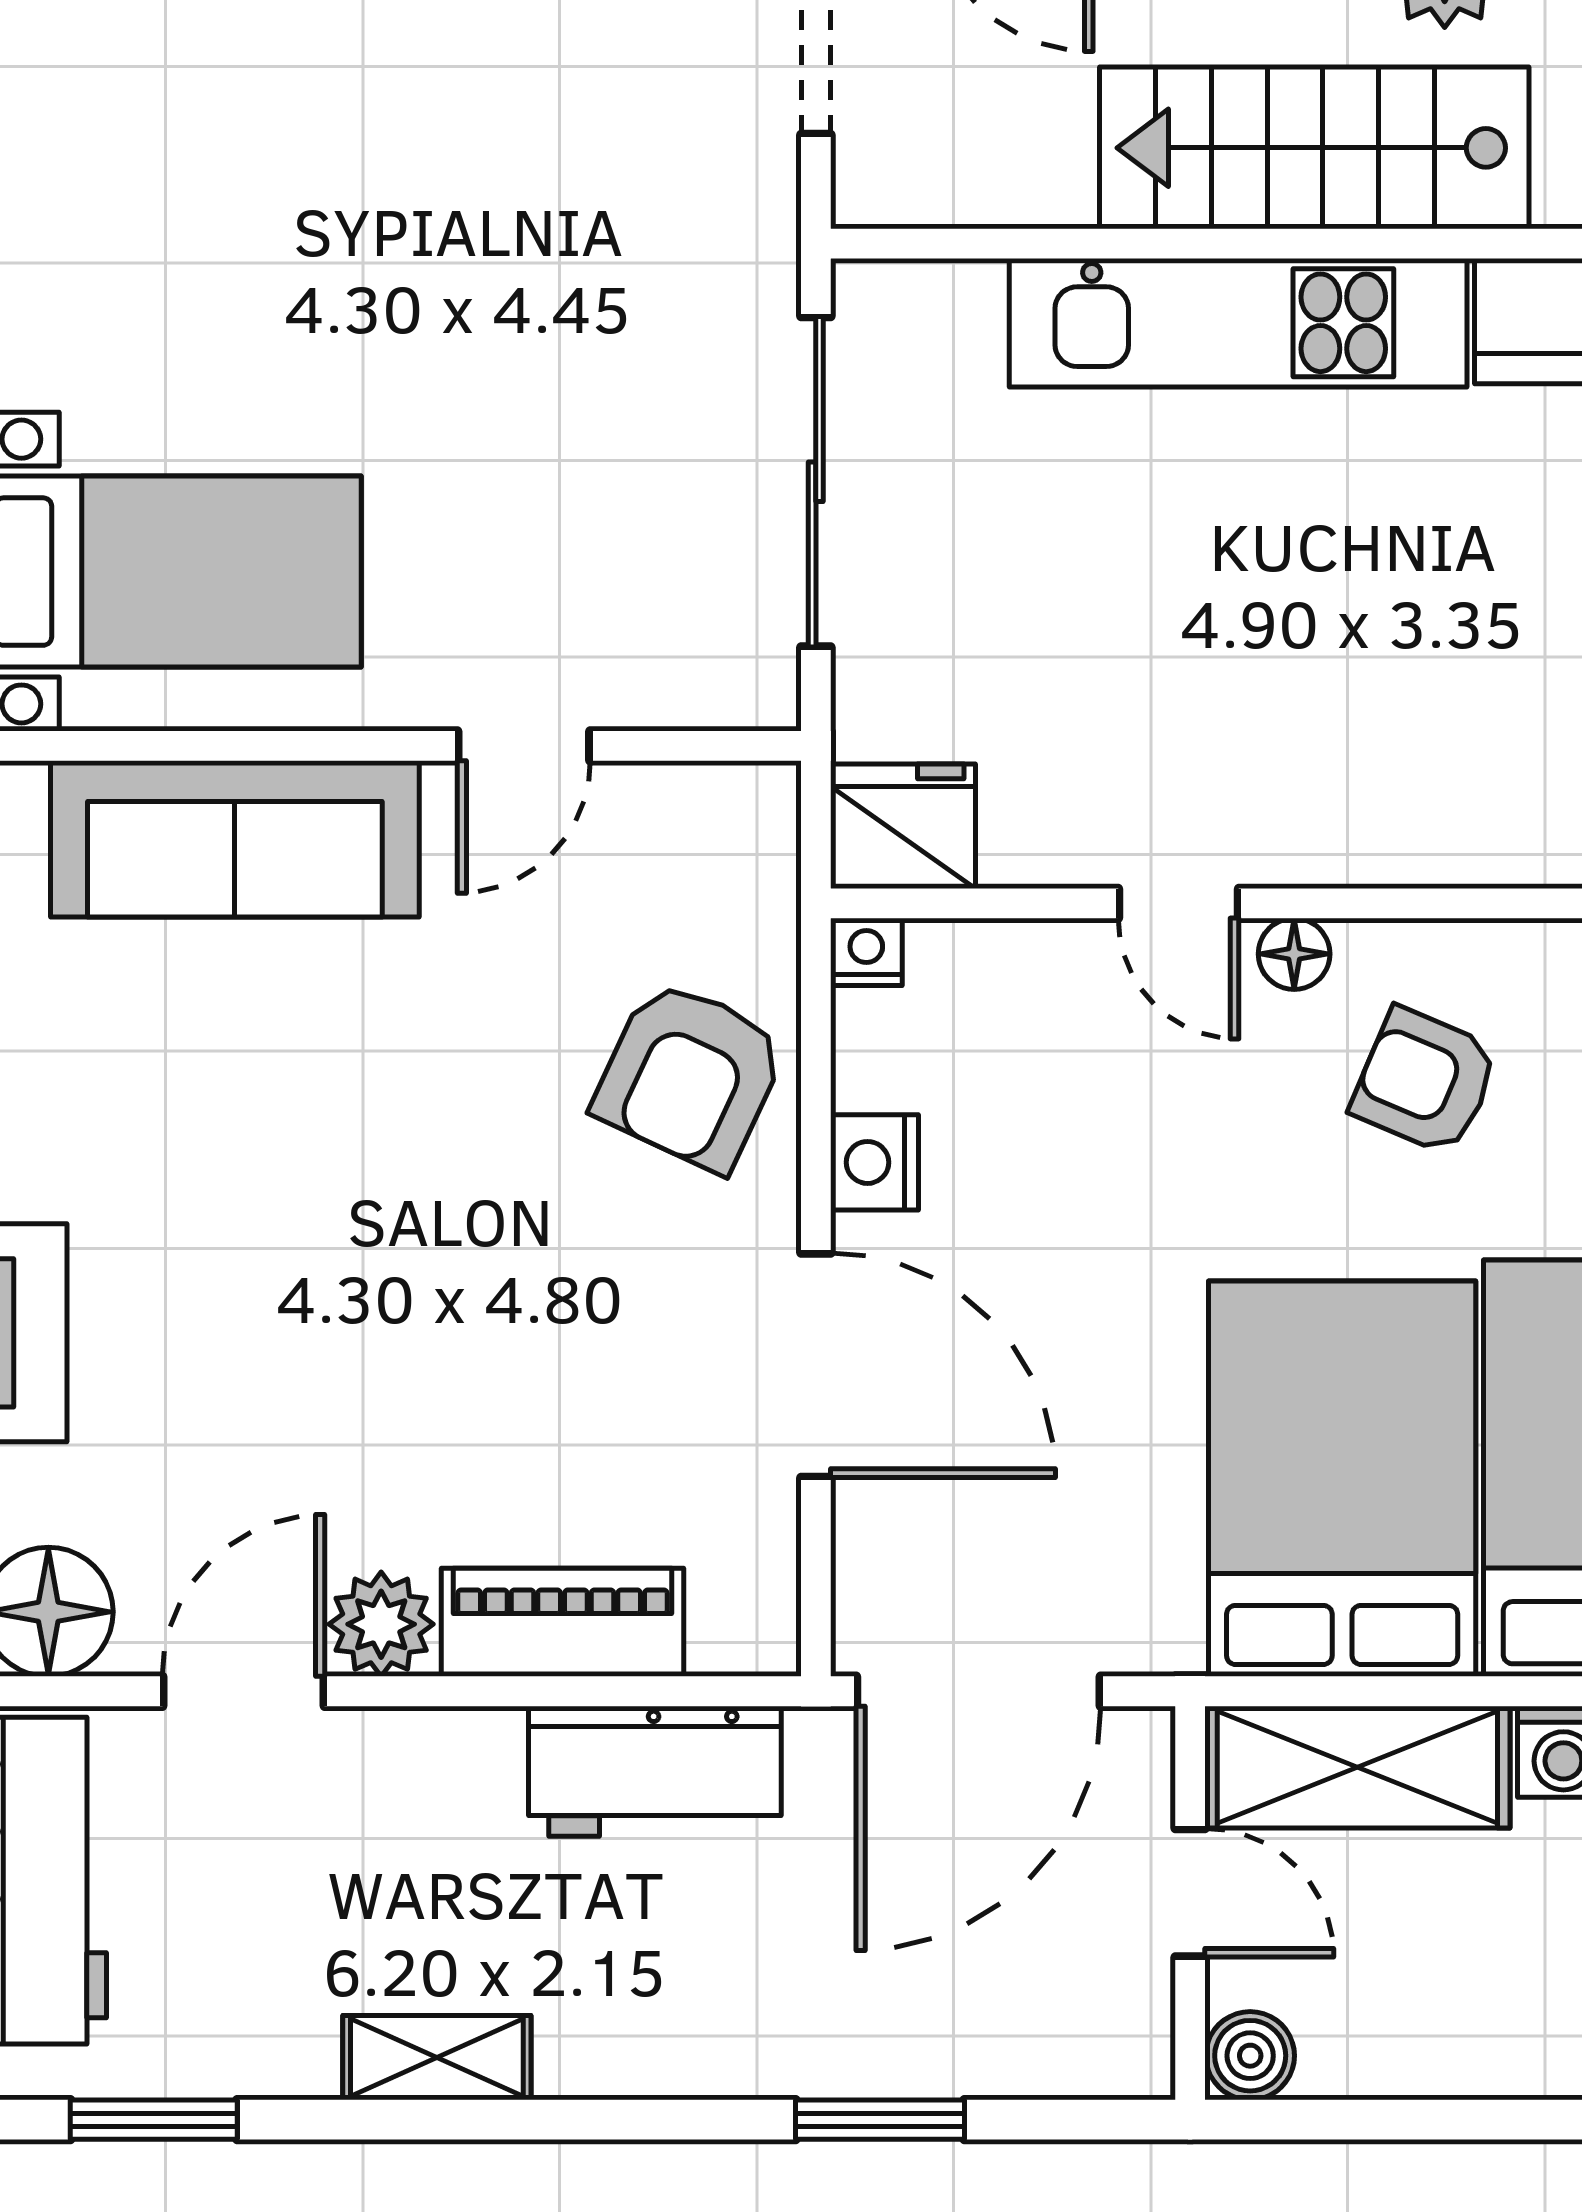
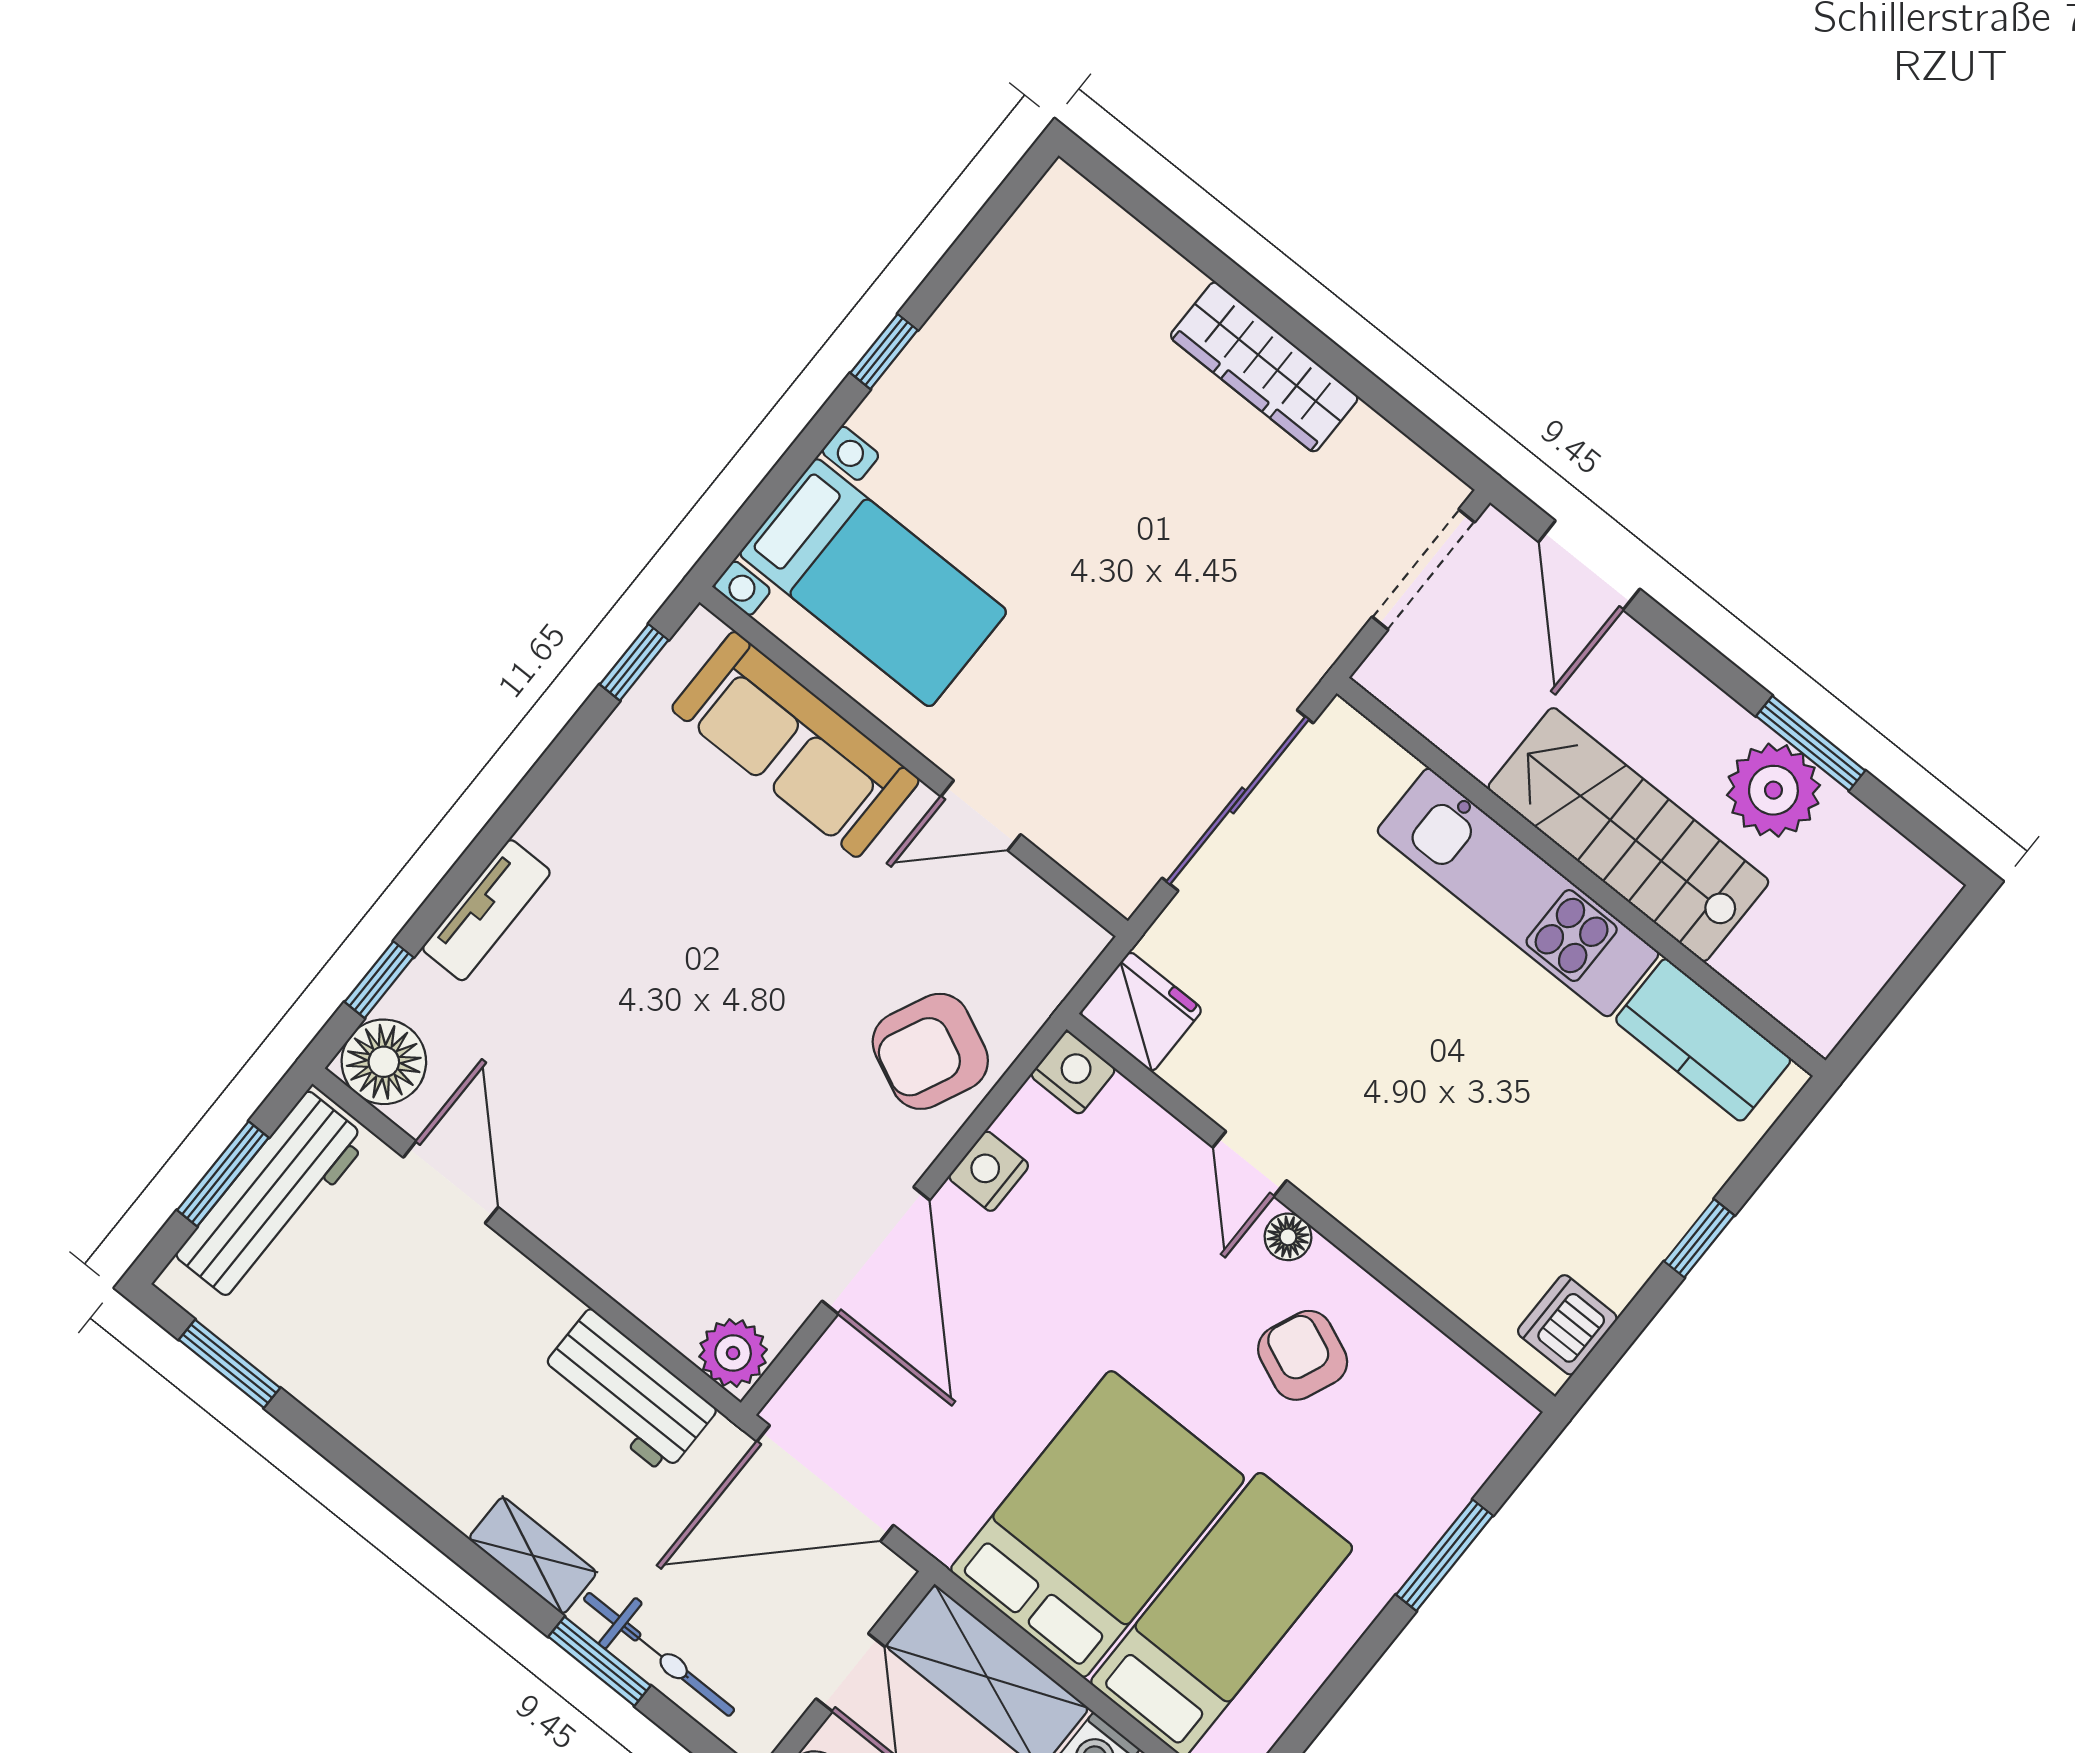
nightstand: (866, 952) -> (1073, 1072), width x1.39, depth x1.35
piano: (563, 1622) -> (641, 1278), removed
plant: (381, 1624) -> (733, 1353), moved
door: (243, 1691) -> (451, 1182), hinge flipped
bicycle: (945, 2054) -> (659, 1654), added
shelving: (437, 2058) -> (533, 1555), moved

